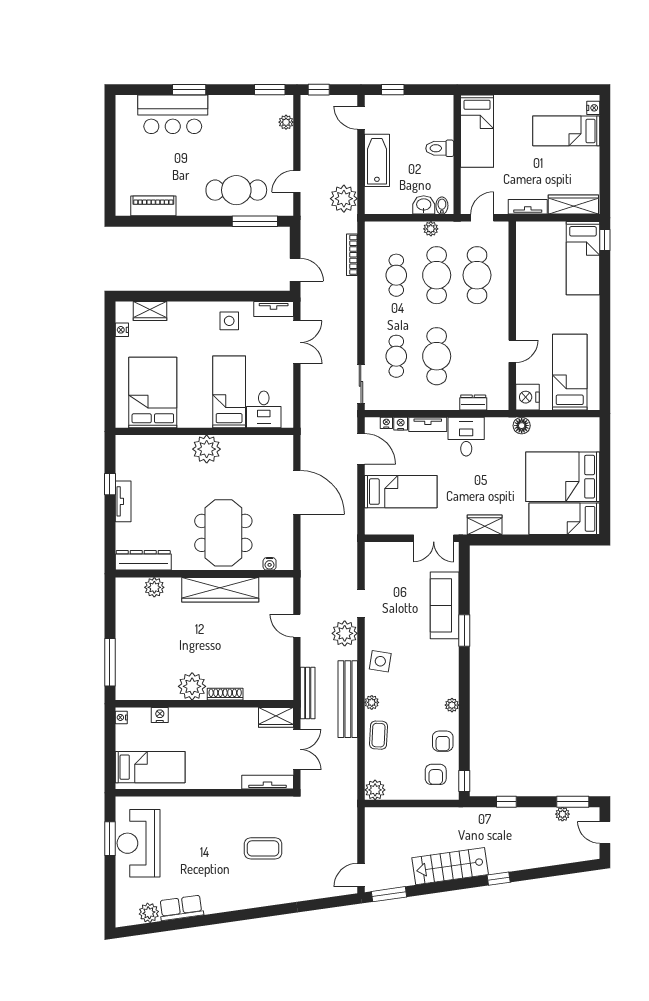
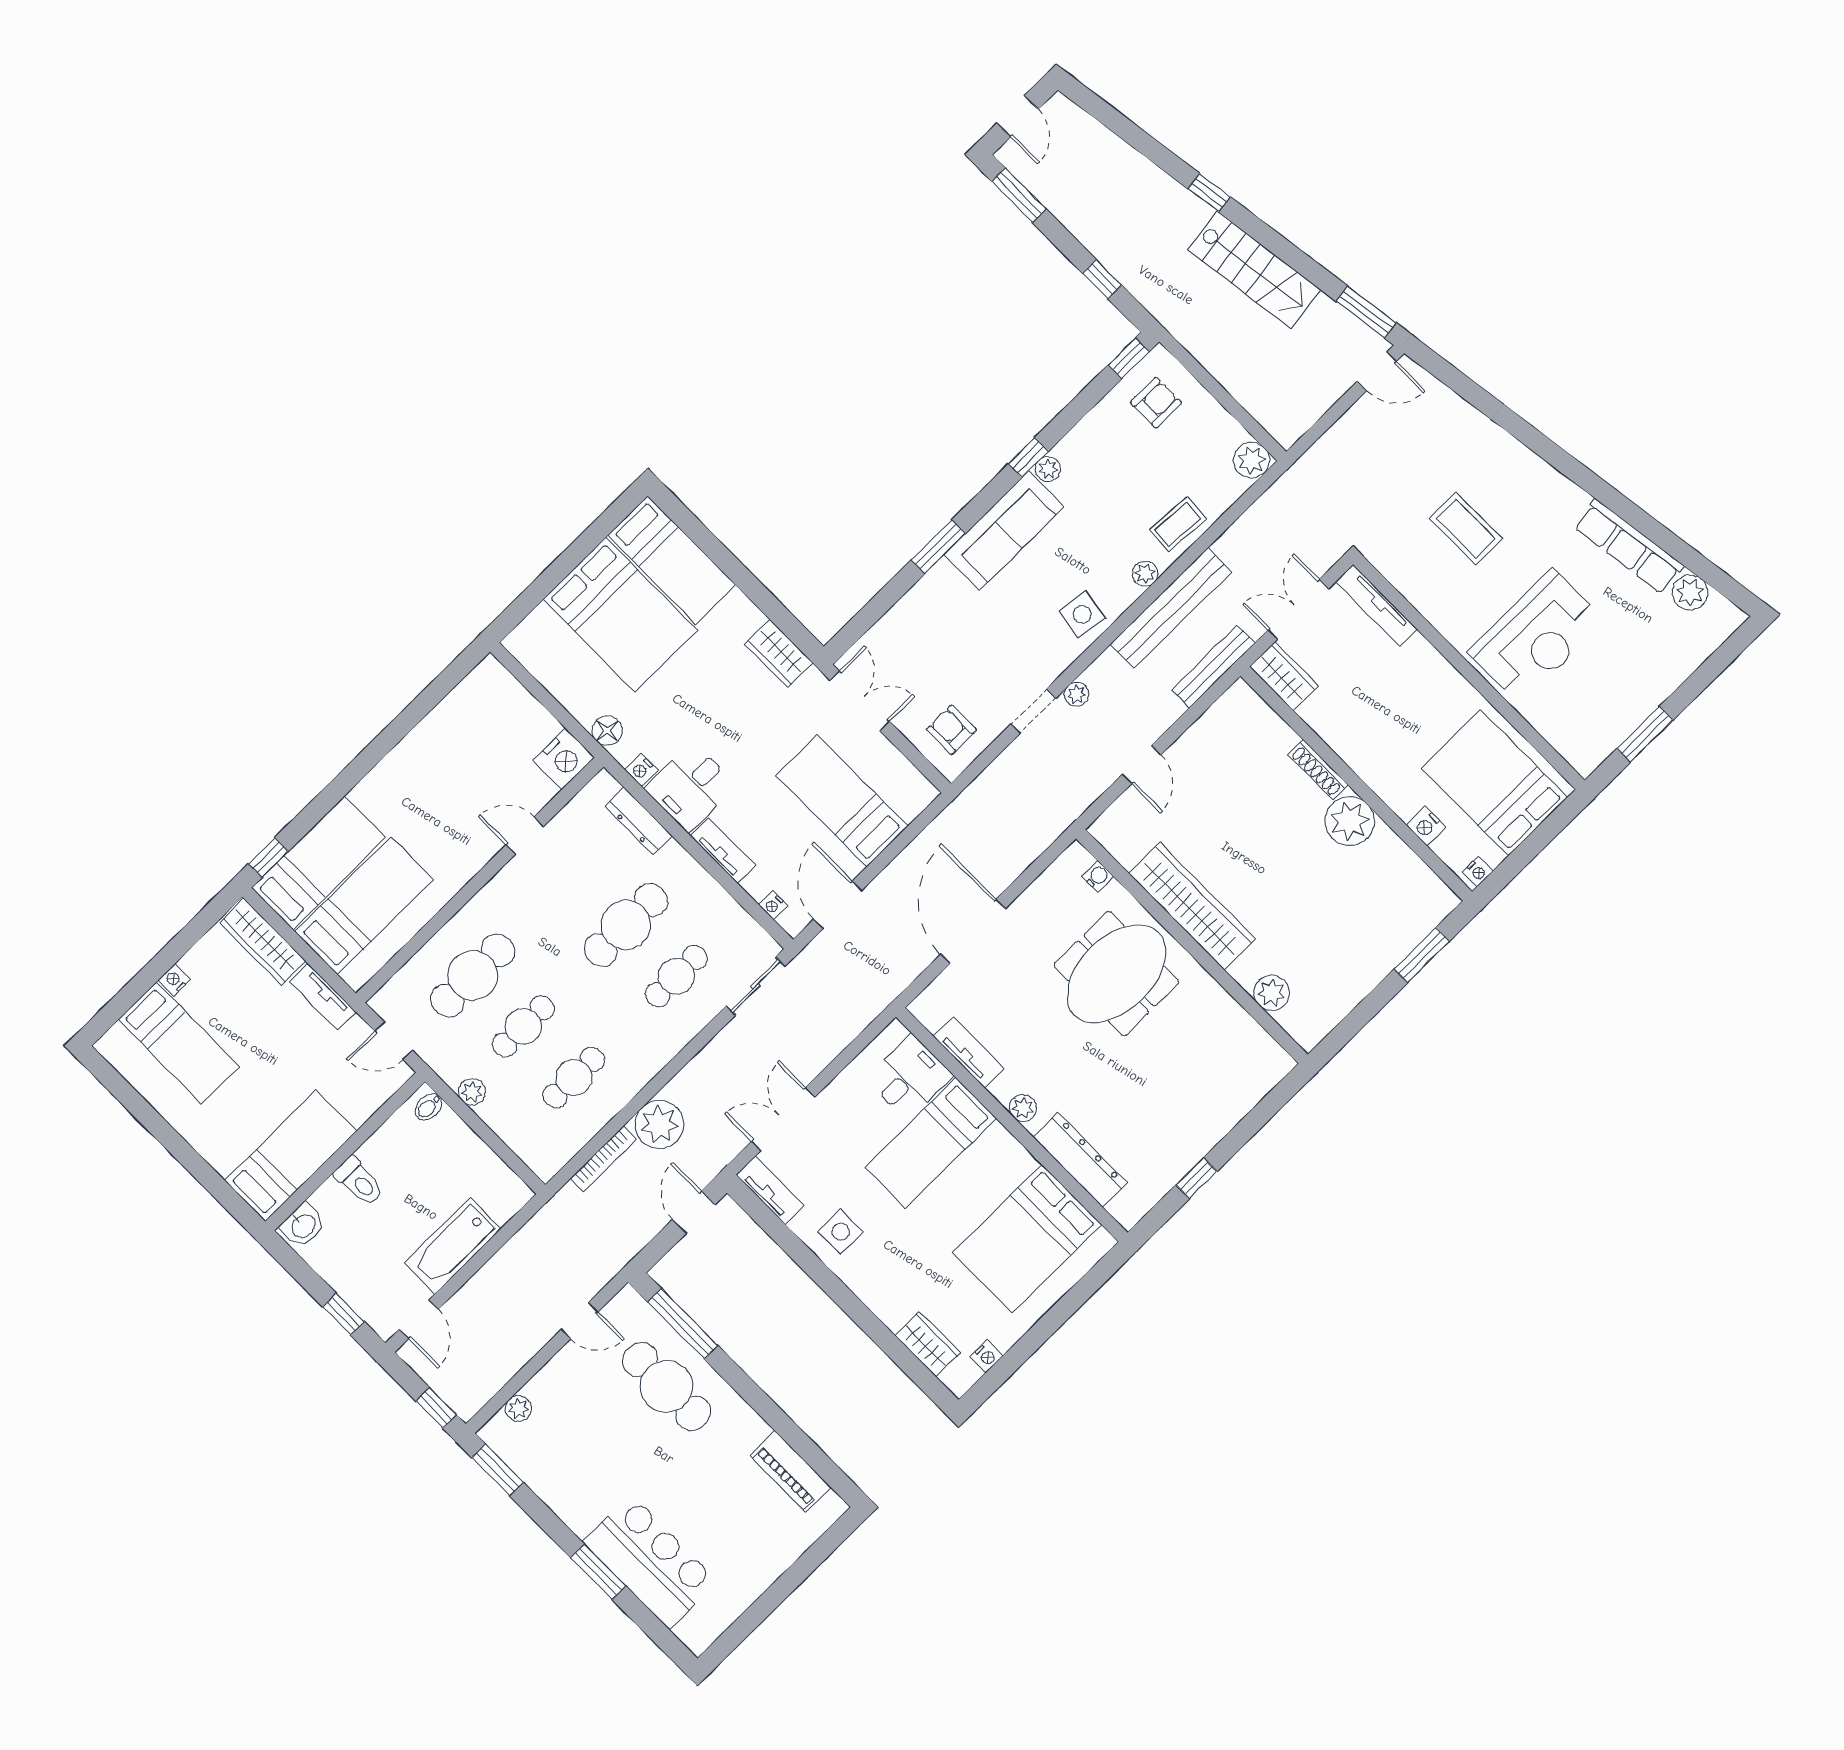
nightstand: (593, 108) -> (174, 980), moved
plant: (344, 199) -> (659, 1124), moved
washbasin: (424, 205) -> (303, 1225), moved, turned -90
cafe table: (437, 275) -> (523, 1026), width x0.73, depth x0.74
bed: (570, 372) -> (364, 906), moved, turned 180
dresser: (473, 402) -> (639, 821), width x1.44
nightstand: (401, 424) -> (641, 770), moved
plant: (207, 449) -> (1023, 1108), width x0.53, depth x0.53
tv unit: (123, 501) -> (969, 1053), moved, turned 90
dresser: (143, 560) -> (1080, 1160), moved, turned 180
sofa: (445, 605) -> (1004, 531), moved
plant: (345, 633) -> (1077, 694), width x0.53, depth x0.53
window: (110, 662) -> (1422, 955), width x0.69
window: (464, 702) -> (1028, 458), added
armchair: (443, 741) -> (951, 730), moved, turned -90
bed: (150, 767) -> (1494, 783), width x1.50
plant: (562, 814) -> (1048, 193), removed
reception desk: (138, 843) -> (1536, 637), moved
row of seats: (181, 908) -> (1629, 547), width x1.48

